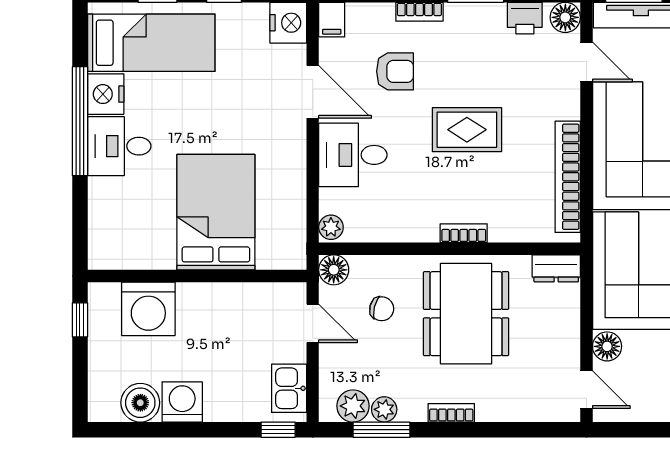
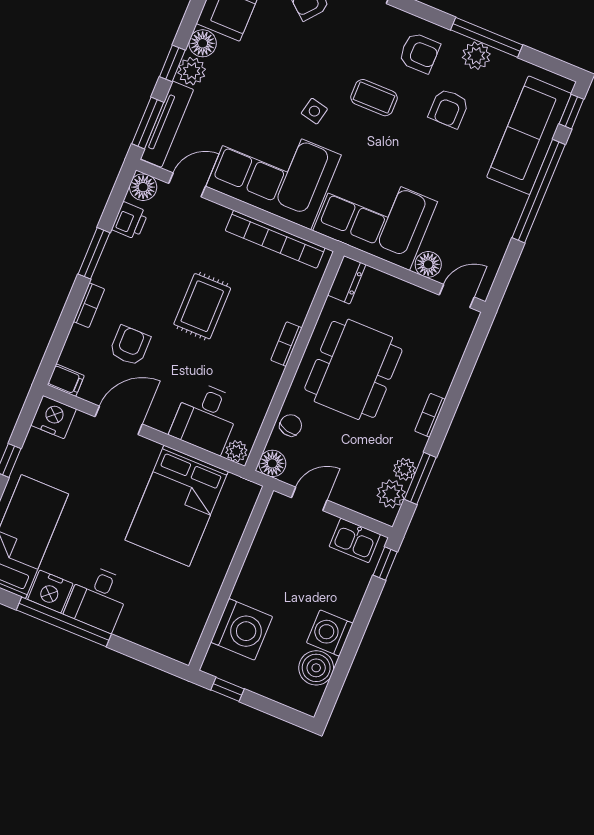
desk: (353, 155) -> (206, 417), moved
bed: (216, 212) -> (177, 506), moved, turned -90
chair: (382, 309) -> (291, 425), moved
dining table: (466, 314) -> (353, 369), turned 90

